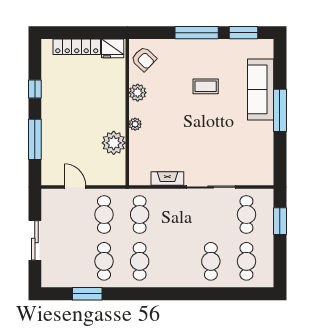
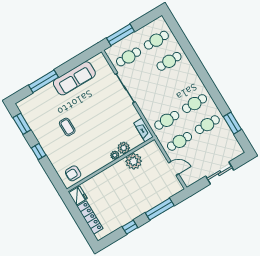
window: (197, 33) -> (39, 152), width x0.46
armchair: (144, 59) -> (73, 173), turned -134
sofa: (261, 89) -> (74, 78), moved
plant: (138, 93) -> (124, 148), moved
window: (280, 110) -> (43, 81), moved
fireplace: (167, 178) -> (143, 130), moved
door: (75, 187) -> (174, 168), swing flipped
window: (280, 221) -> (120, 35), width x1.44

